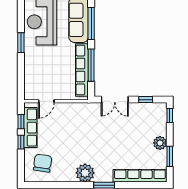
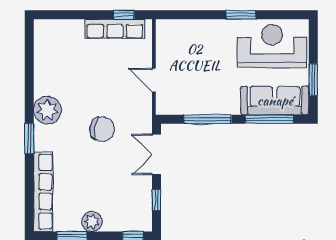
row of seats: (82, 70) -> (200, 106), removed
door: (46, 101) -> (154, 80), moved
window: (21, 142) -> (93, 15), removed
chair: (43, 163) -> (102, 129), moved

